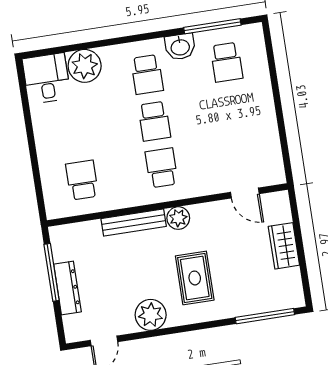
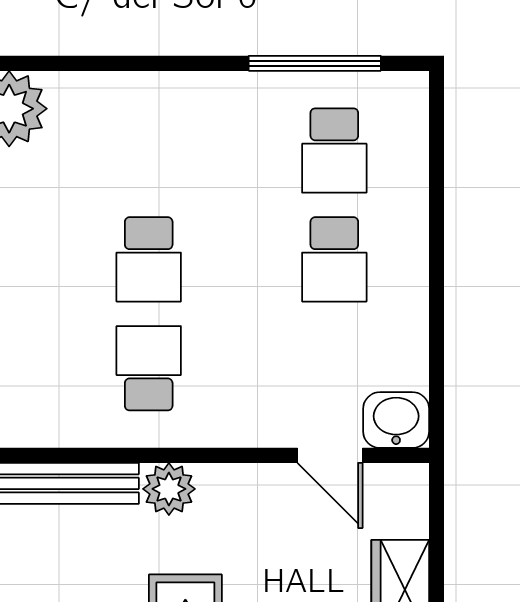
washbasin: (180, 47) -> (396, 420), moved, turned 180
school desk: (147, 75) -> (334, 259), moved

